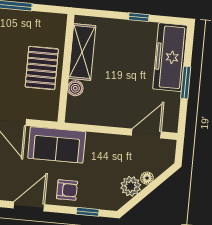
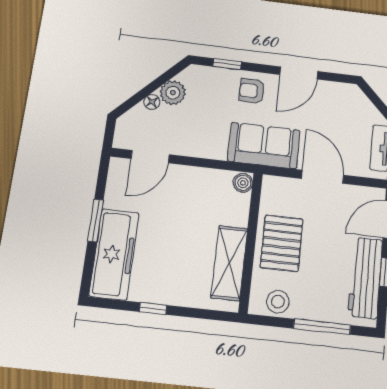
stool: (44, 23) -> (278, 302), added
boiler: (75, 88) -> (243, 183), moved

